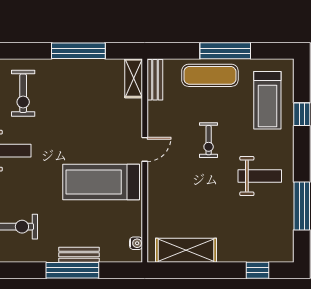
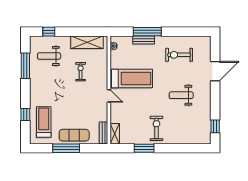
window: (78, 51) -> (144, 148), width x0.69
exercise bike: (23, 93) -> (157, 128), moved
exercise bike: (209, 140) -> (81, 72), moved
door: (145, 149) -> (109, 96), swing flipped
weight bench: (260, 176) -> (49, 56), moved

